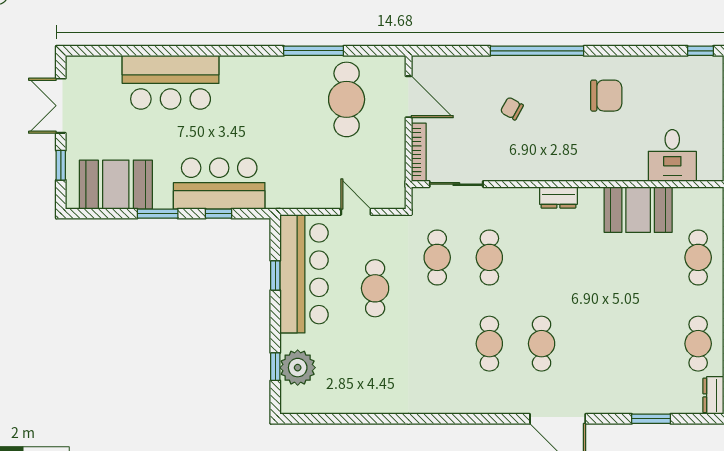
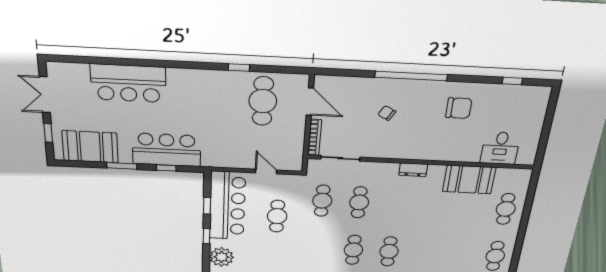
window: (314, 51) -> (239, 67), width x0.46
window: (700, 51) -> (512, 81), moved
window: (275, 367) -> (207, 236), moved

